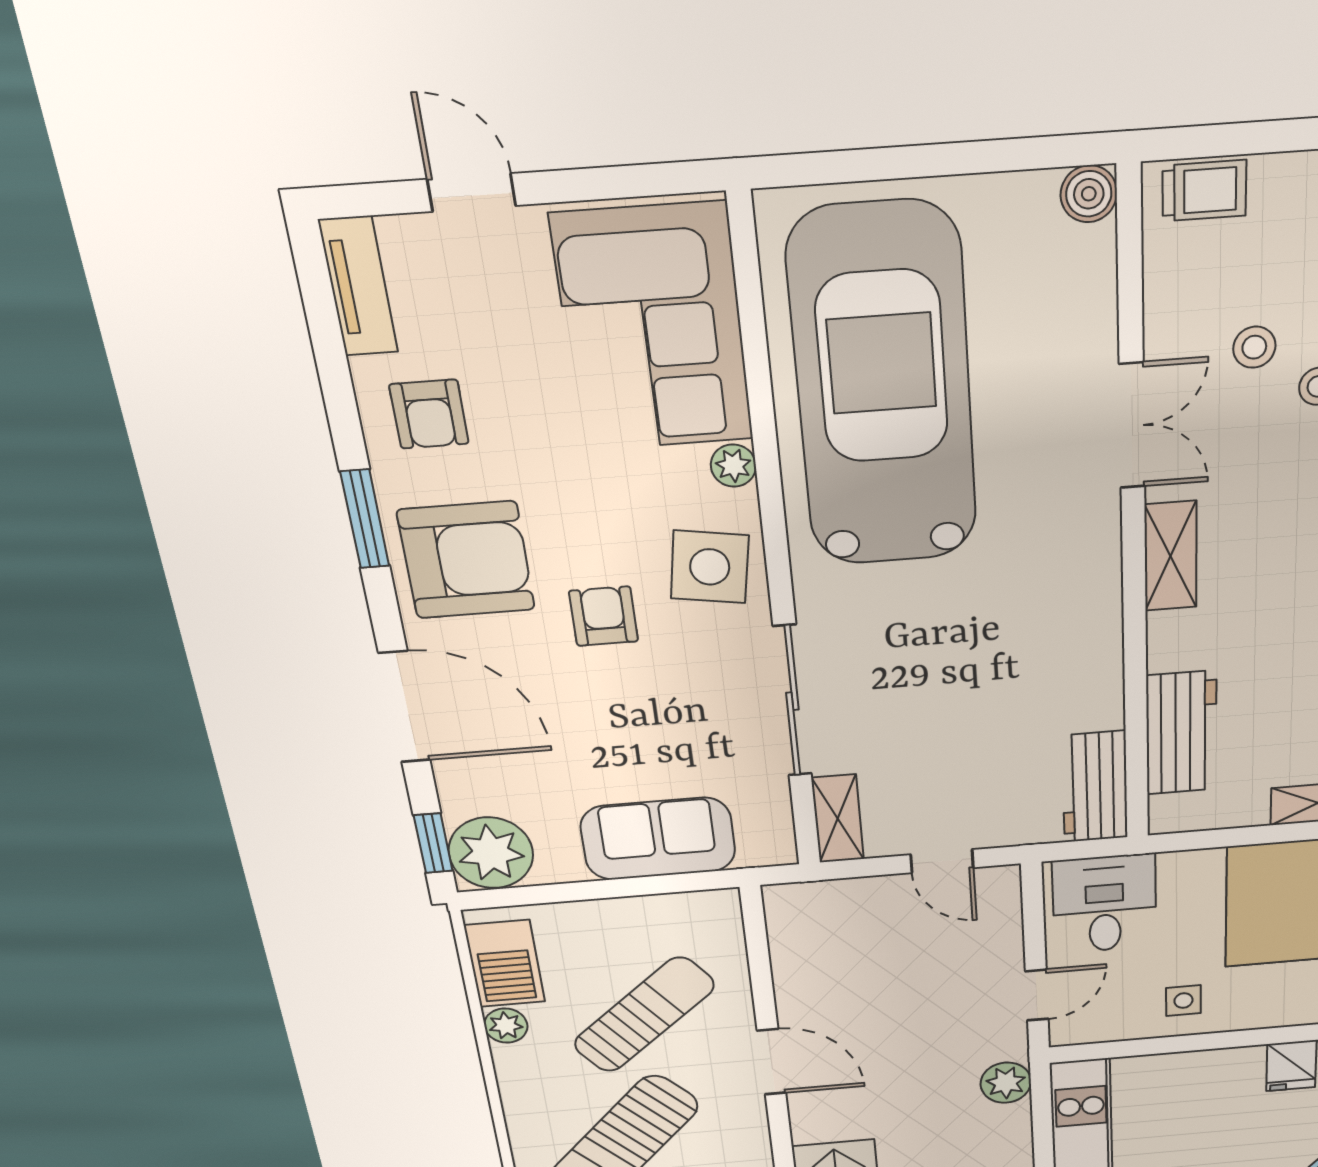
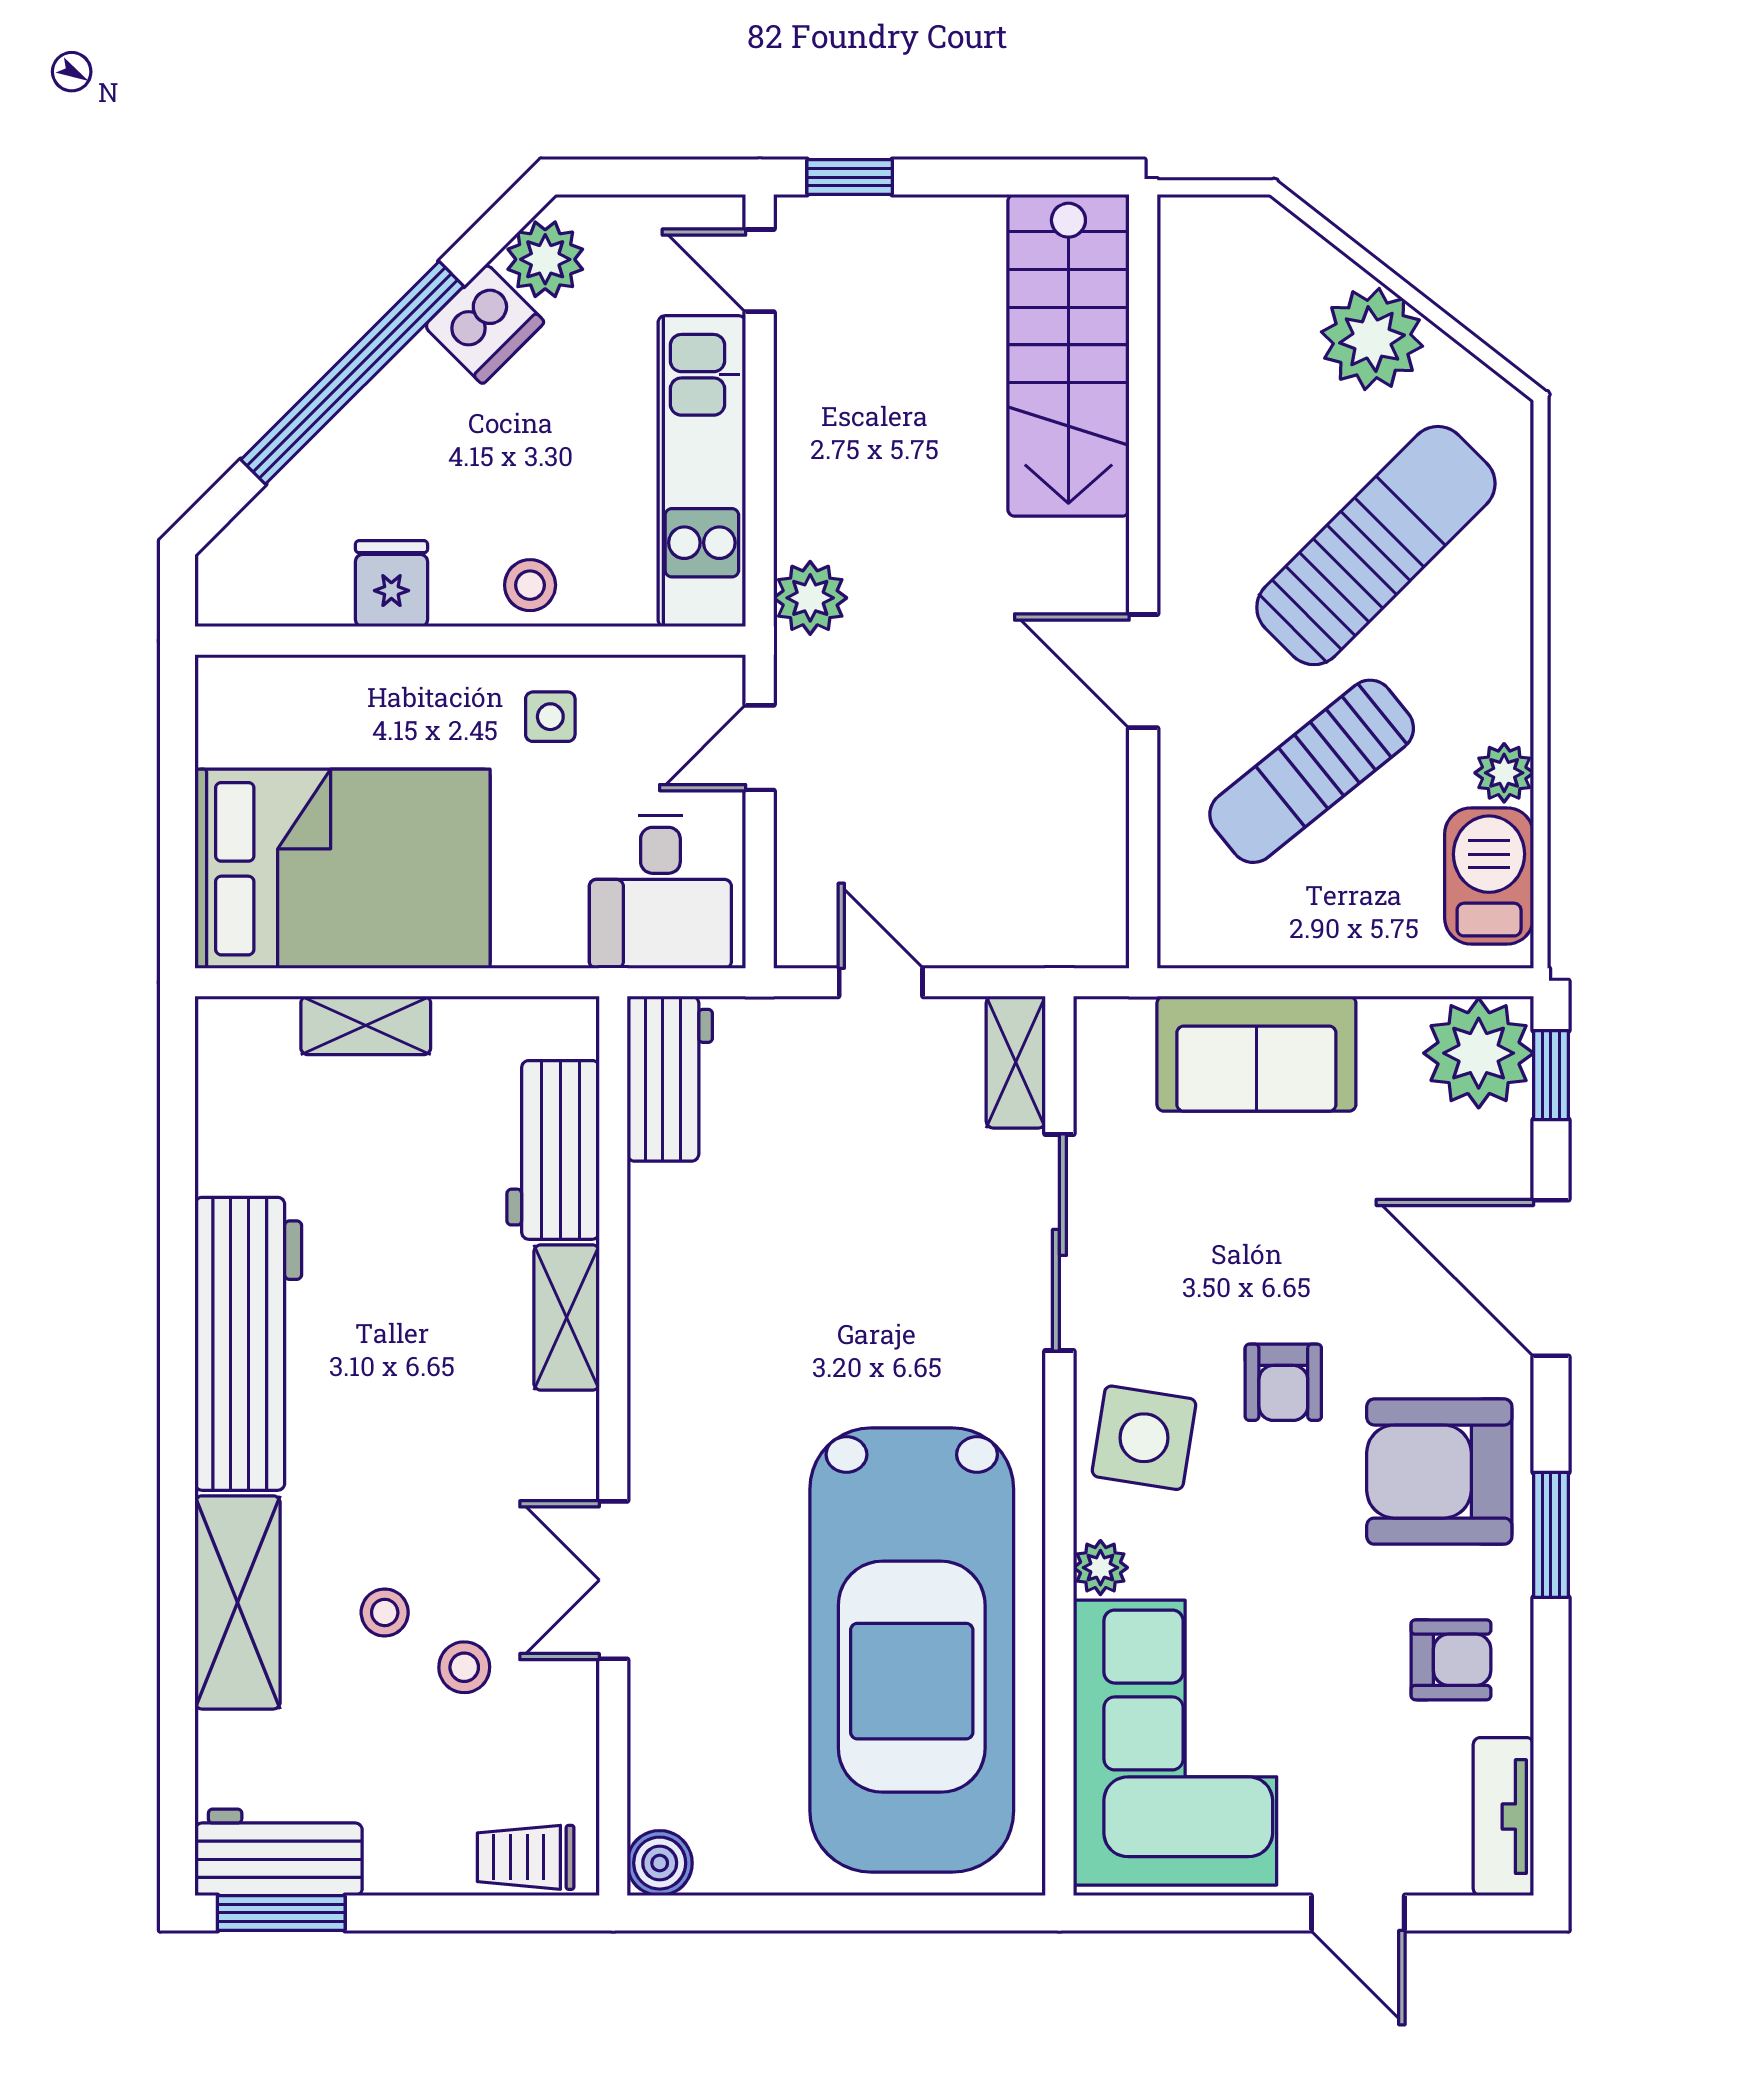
armchair: (429, 414) -> (1451, 1660), turned 90
shelving: (1170, 556) -> (567, 1318), moved
stool: (1197, 1073) -> (530, 585), added

